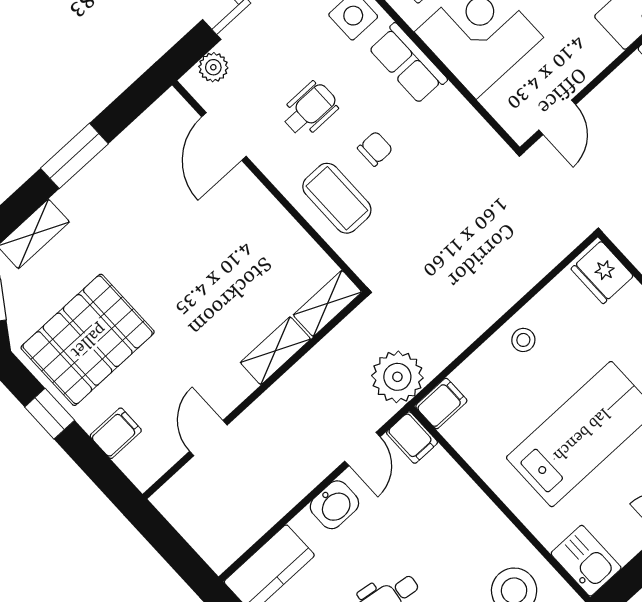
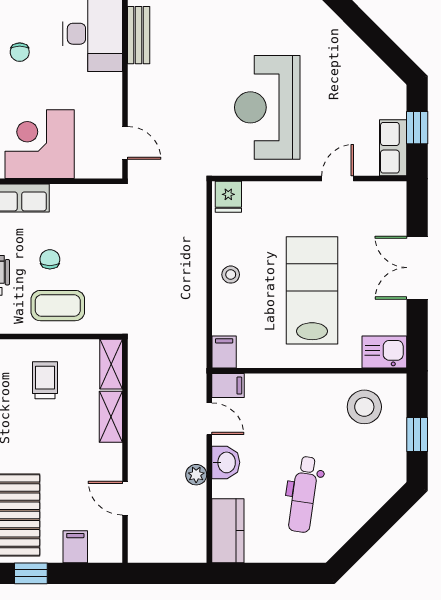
trolley: (252, 253) -> (45, 380), added
fridge: (602, 272) -> (228, 197), width x0.72
plant: (397, 377) -> (196, 475), moved, width x0.53, depth x0.53

